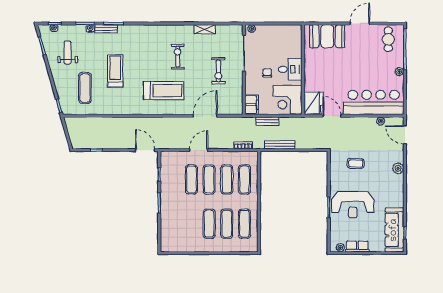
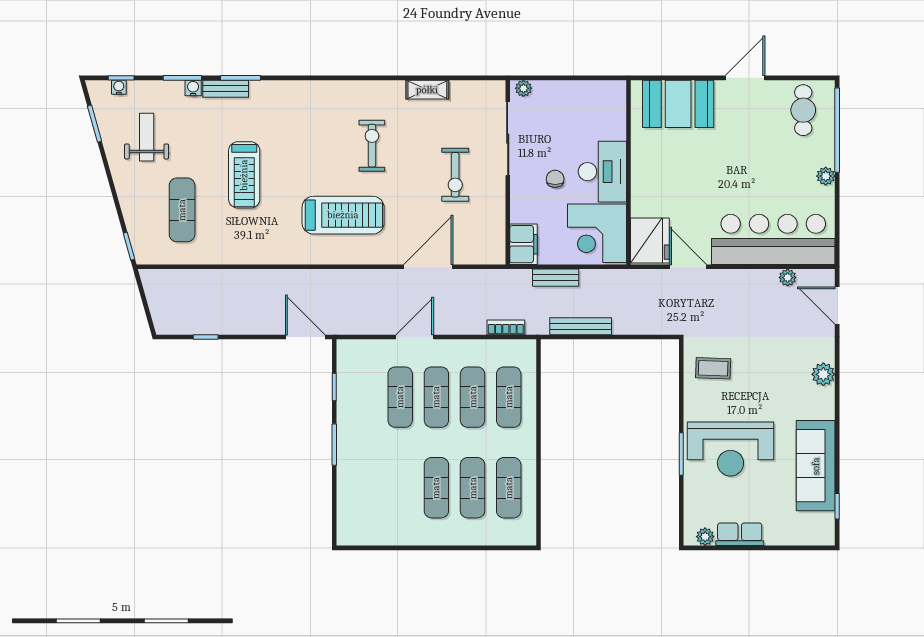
desk: (290, 69) -> (602, 172), width x1.37
treadmill: (115, 71) -> (244, 175), turned 180
coffee table: (356, 164) -> (713, 368), moved
sofa: (394, 230) -> (816, 466), moved

